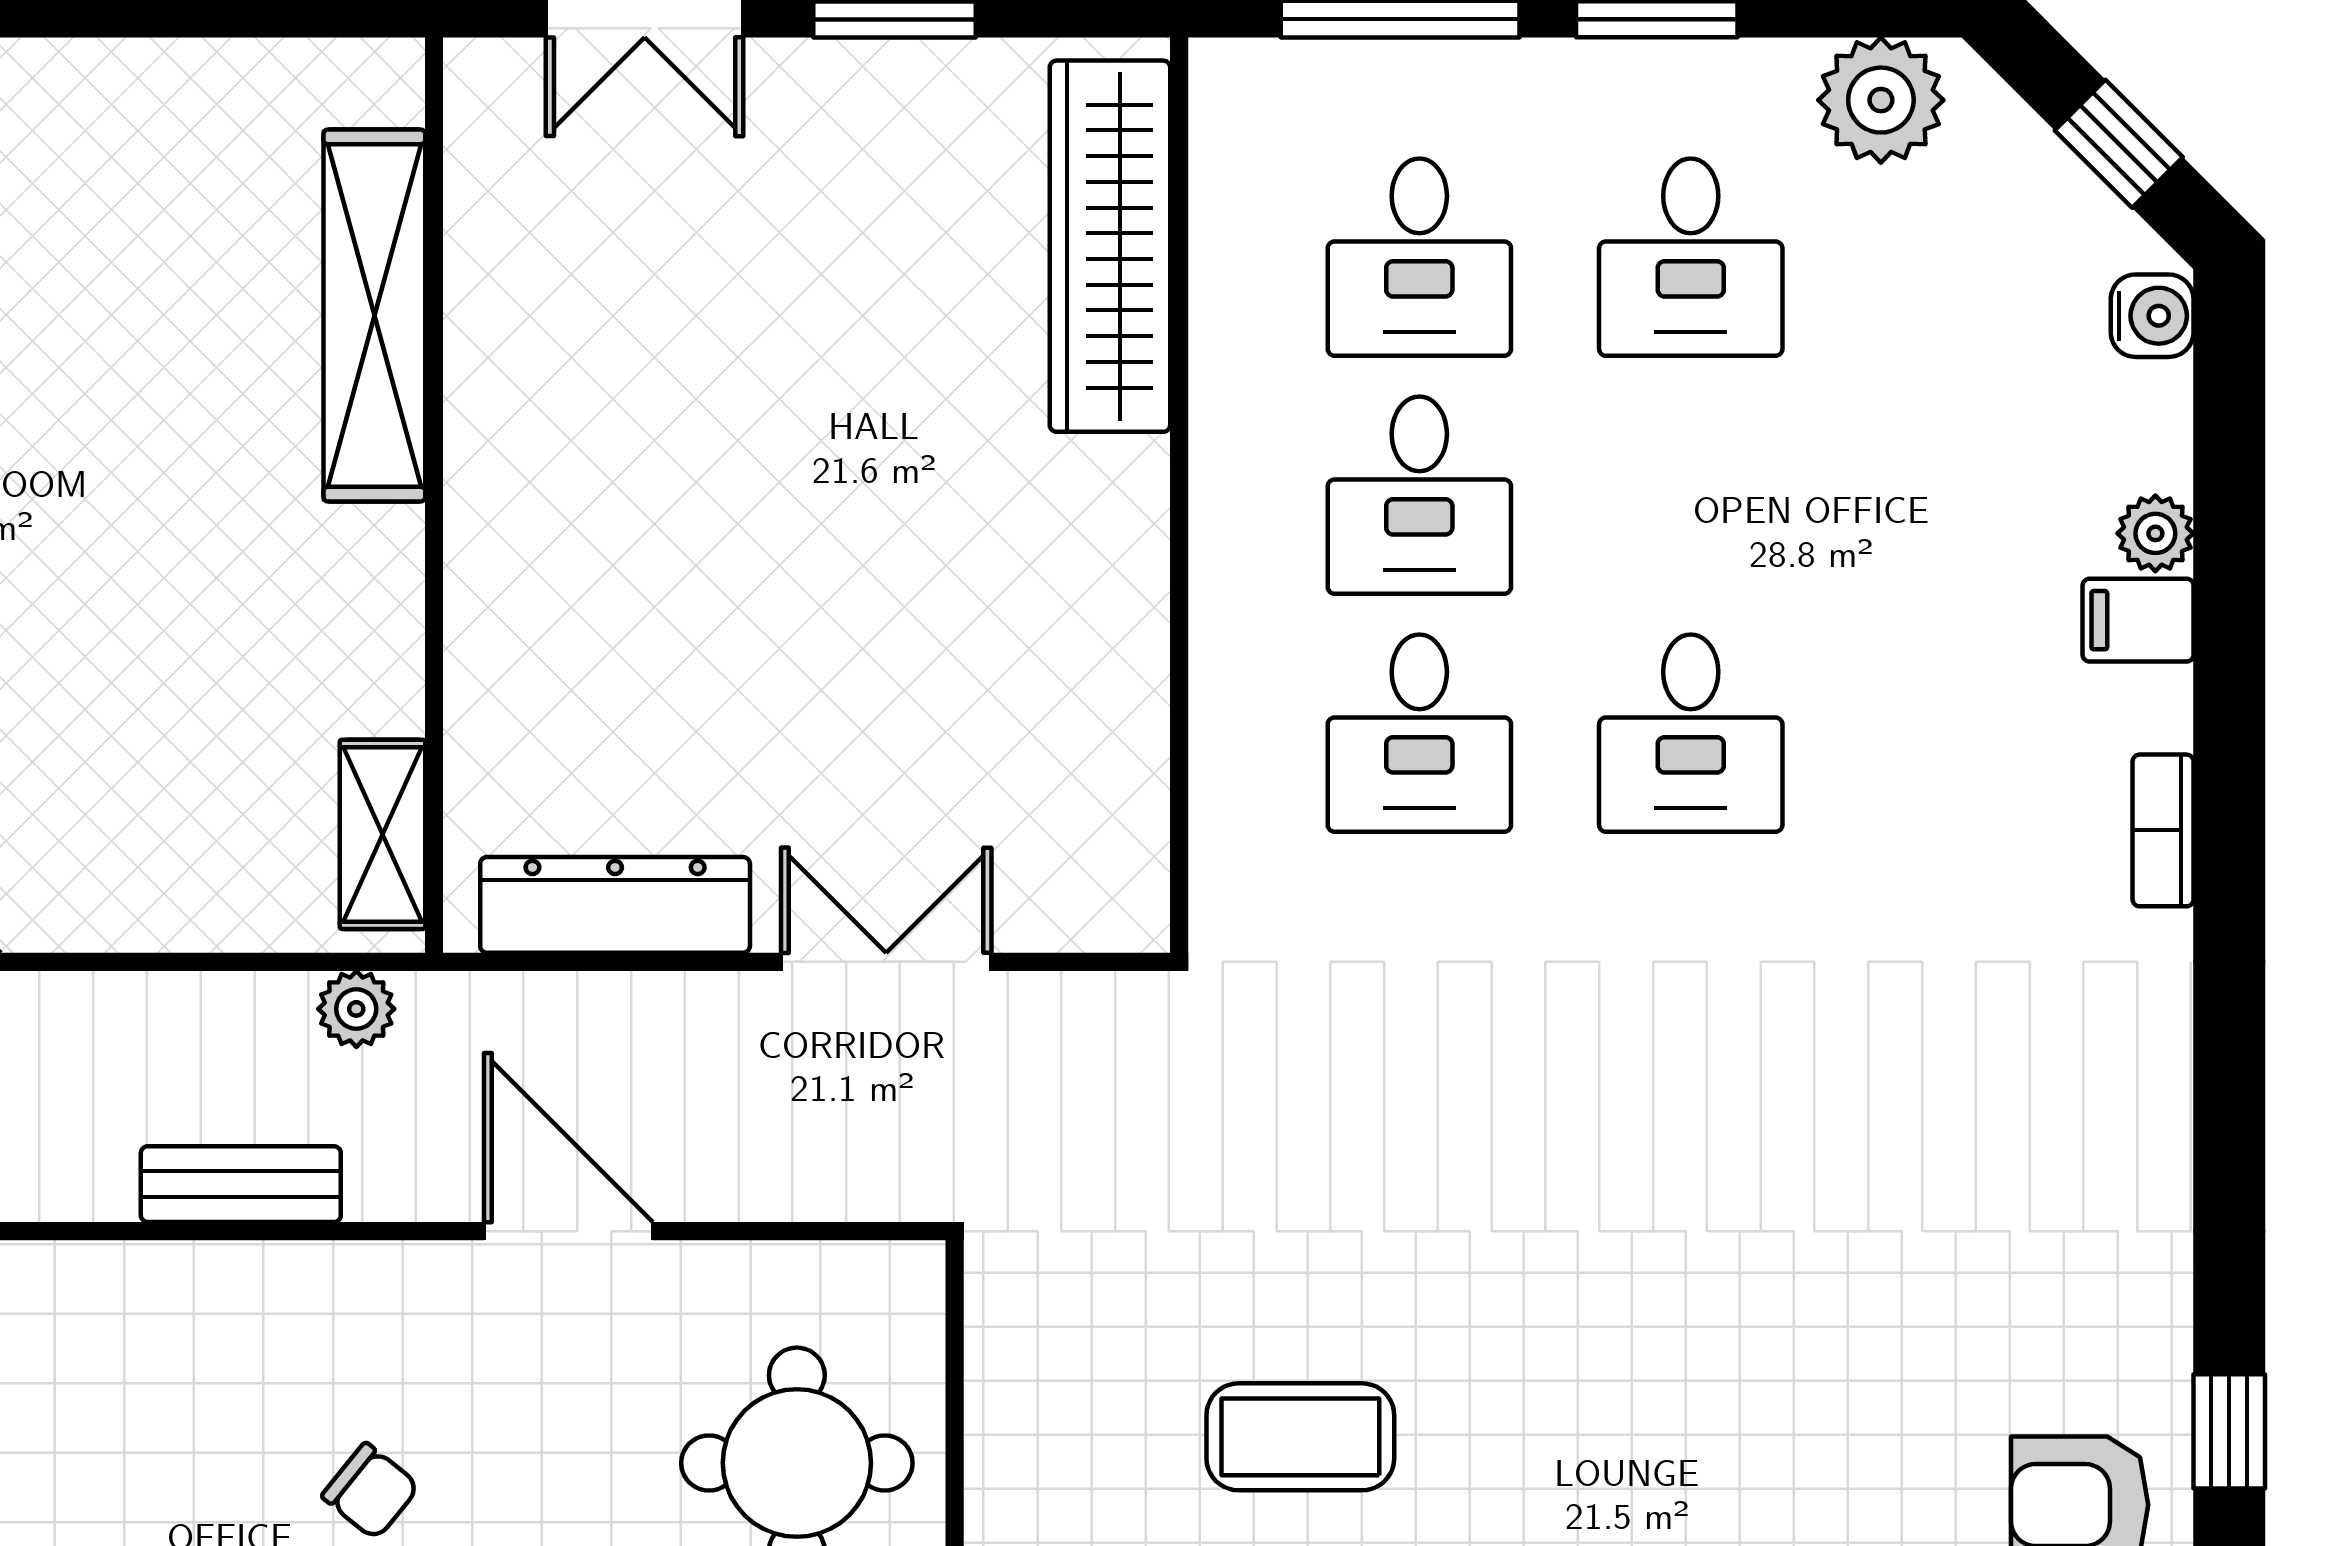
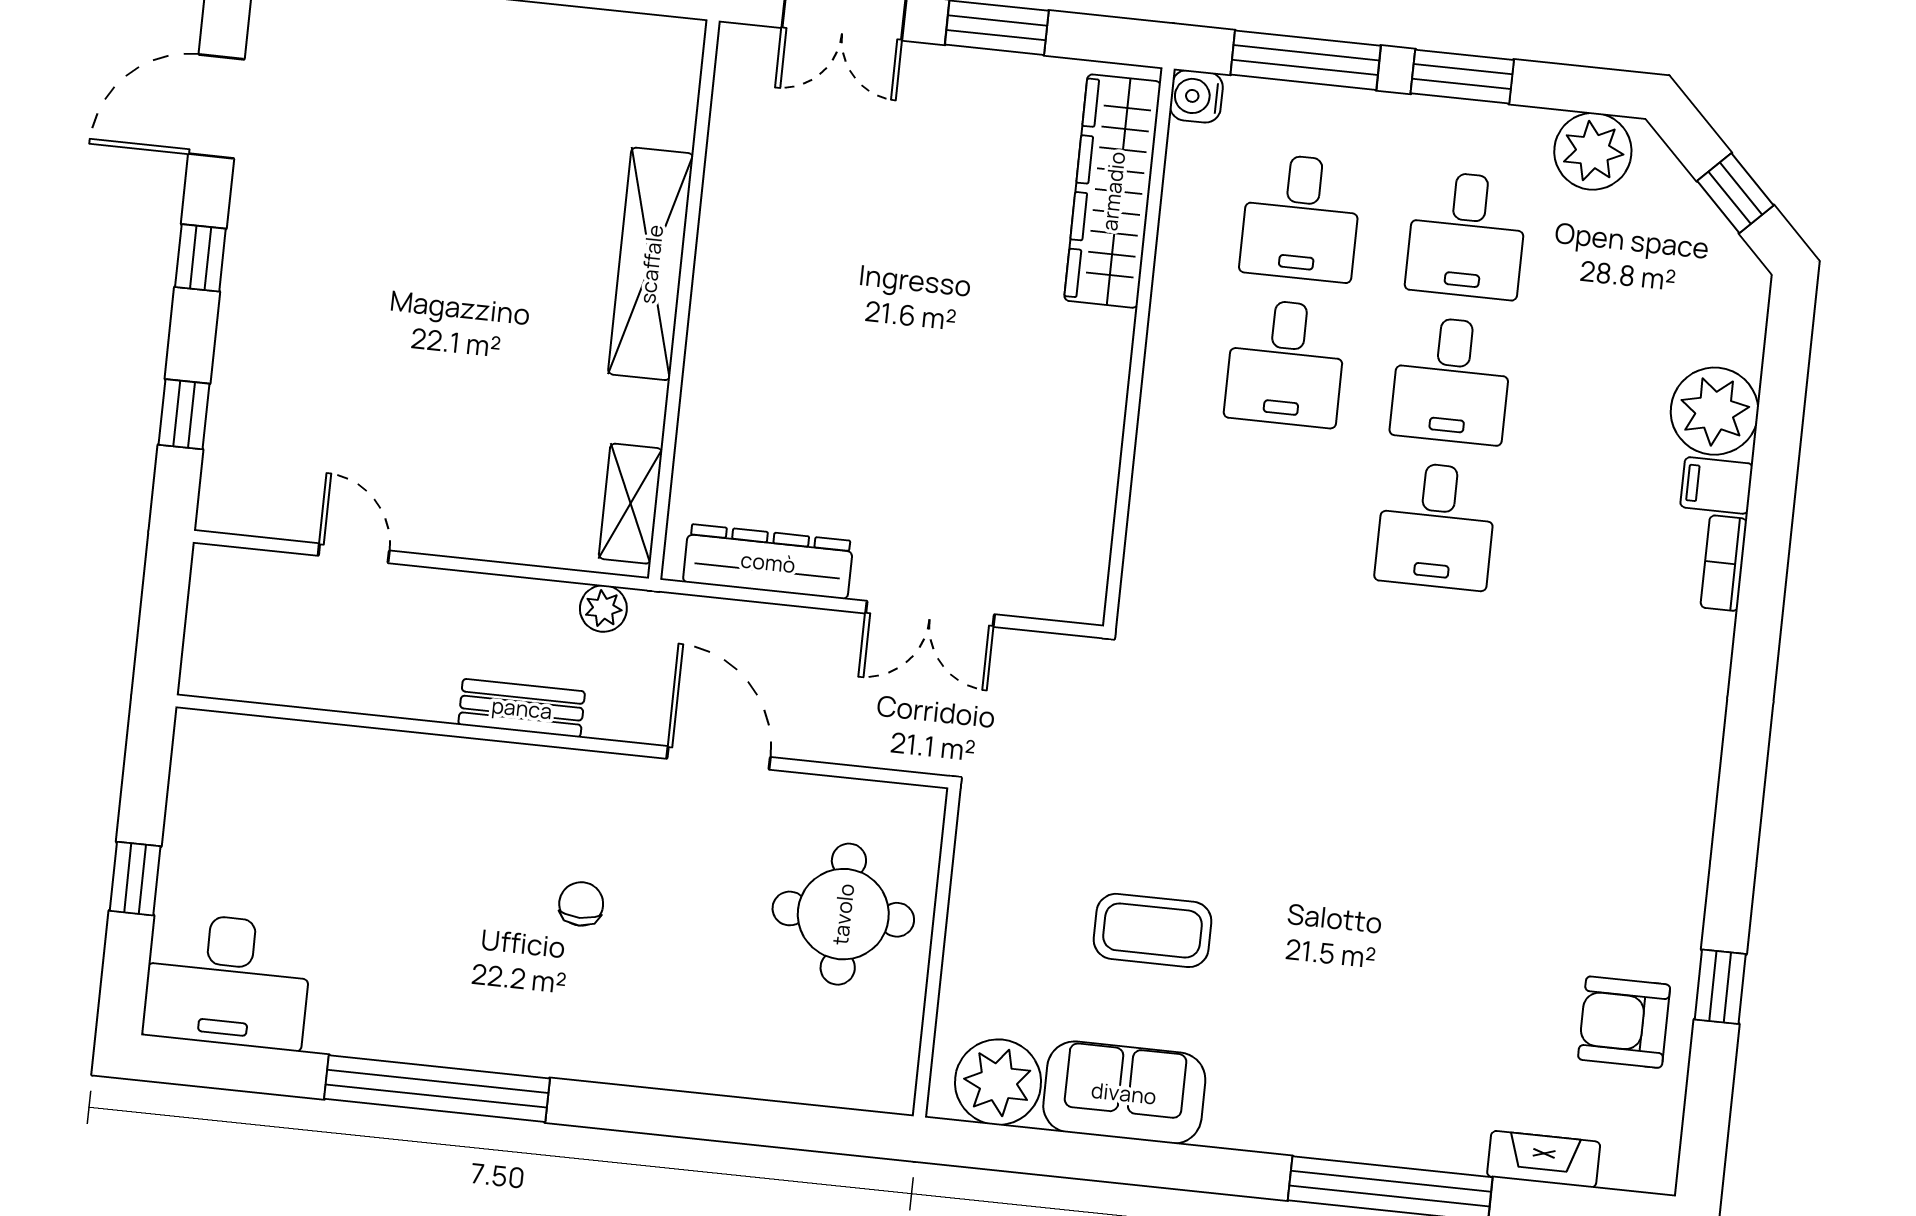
shelving: (374, 315) -> (651, 264), moved
water cooler: (2152, 316) -> (1196, 96), moved, turned 180
plant: (2155, 533) -> (1715, 411), width x1.88, depth x1.88
desk: (1419, 733) -> (1451, 380), moved
bookcase: (2163, 830) -> (1724, 563), moved
double door: (886, 962) -> (930, 614), swing flipped
chair: (371, 1491) -> (581, 904), turned -129

